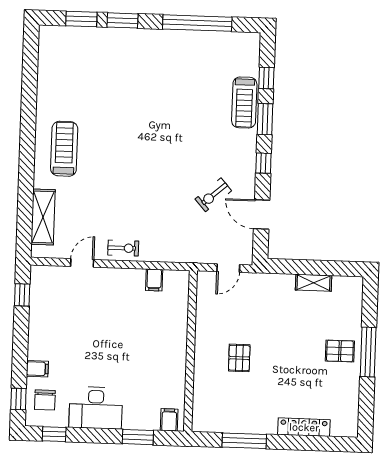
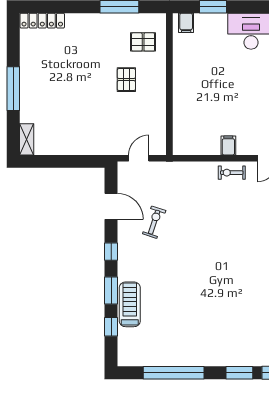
exercise bike: (213, 195) -> (154, 222), turned -31
filing cabinet: (154, 280) -> (228, 145), moved
shelving: (314, 283) -> (27, 139), moved, turned 90
pallet: (340, 351) -> (143, 42), moved
locker: (304, 427) -> (42, 21), moved

